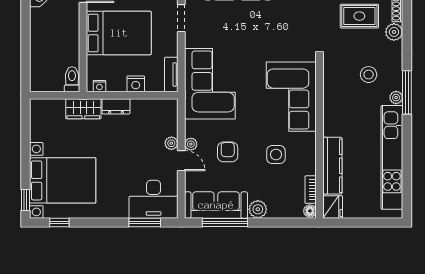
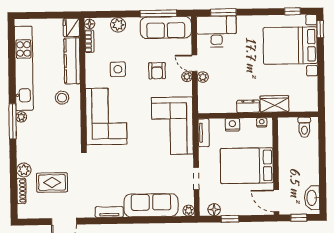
stool: (369, 75) -> (62, 98), moved
toilet: (72, 79) -> (304, 127), moved
plant: (258, 209) -> (118, 25), moved

